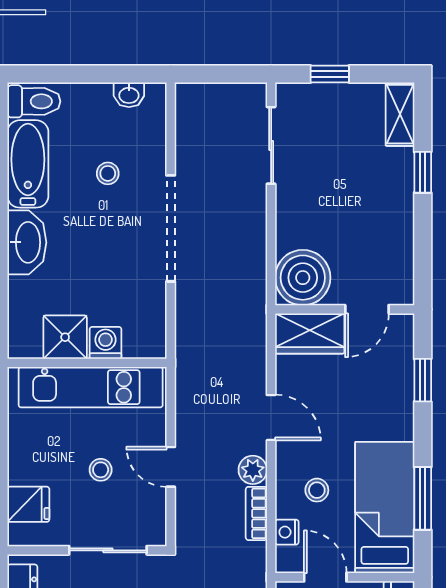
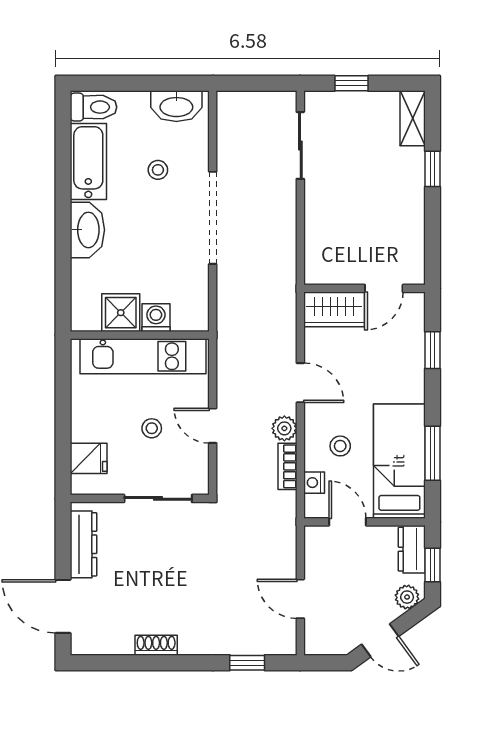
washbasin: (129, 95) -> (176, 106), width x1.91, depth x1.45
boiler: (303, 278) -> (328, 261), removed

